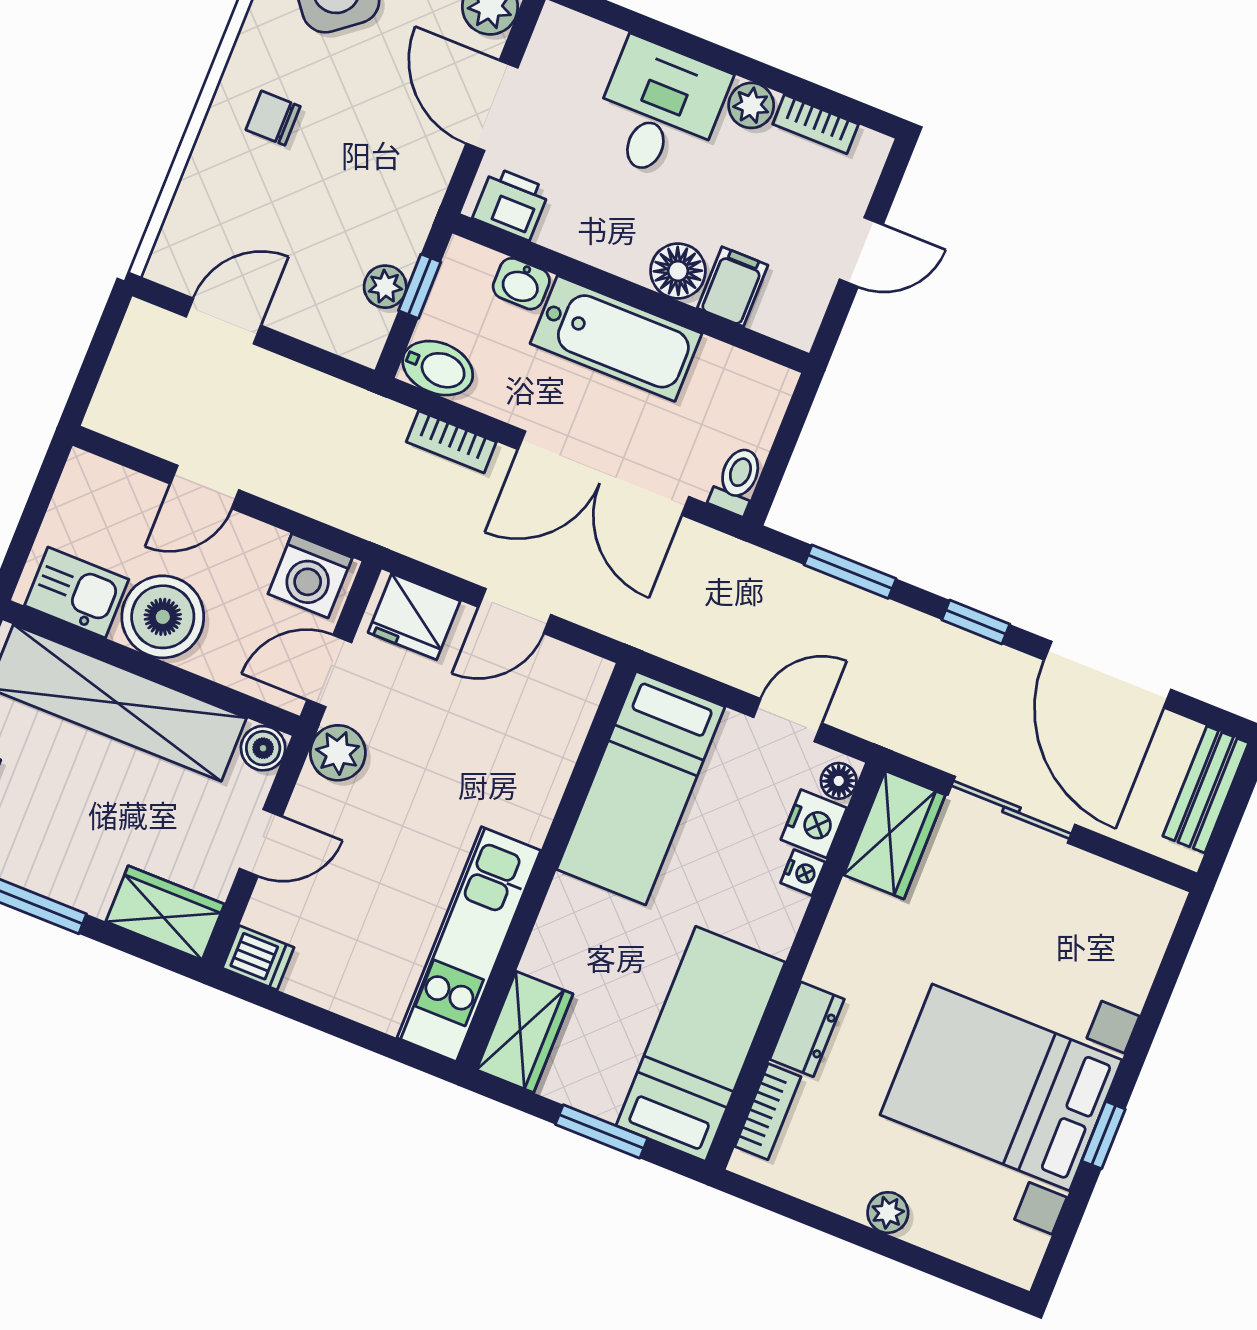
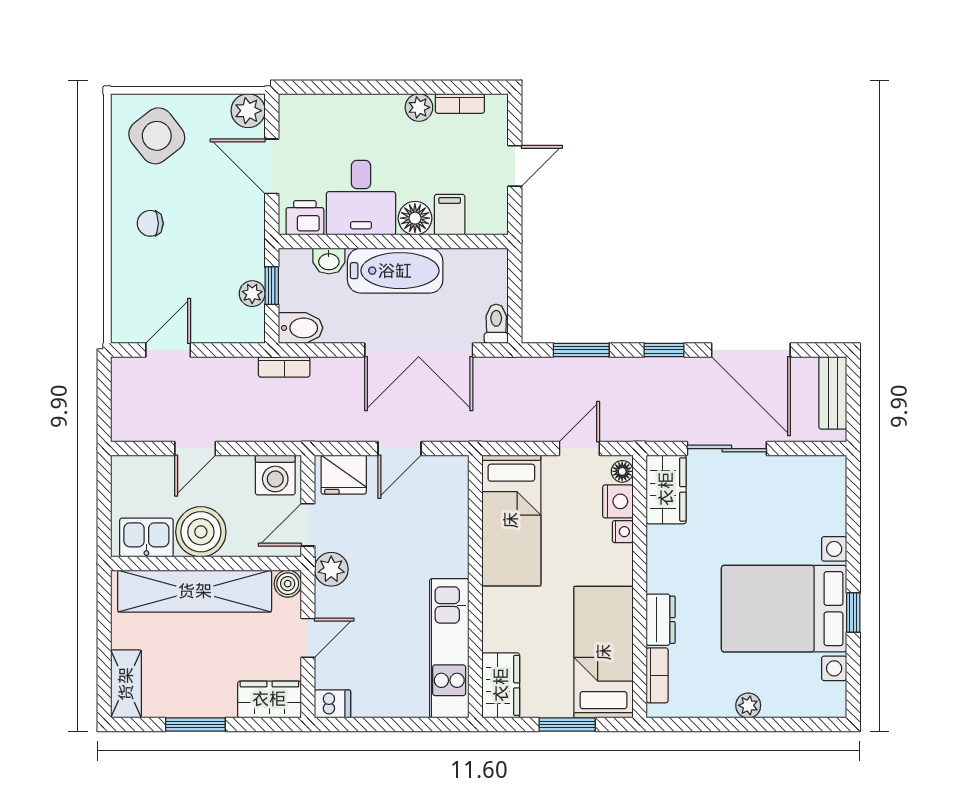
desk: (659, 110) -> (361, 198), moved, turned 180
bookcase: (451, 442) -> (284, 367), moved

